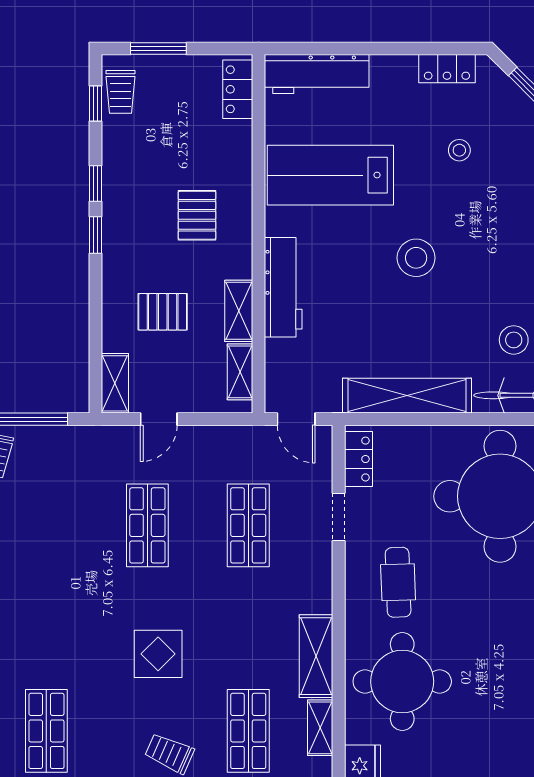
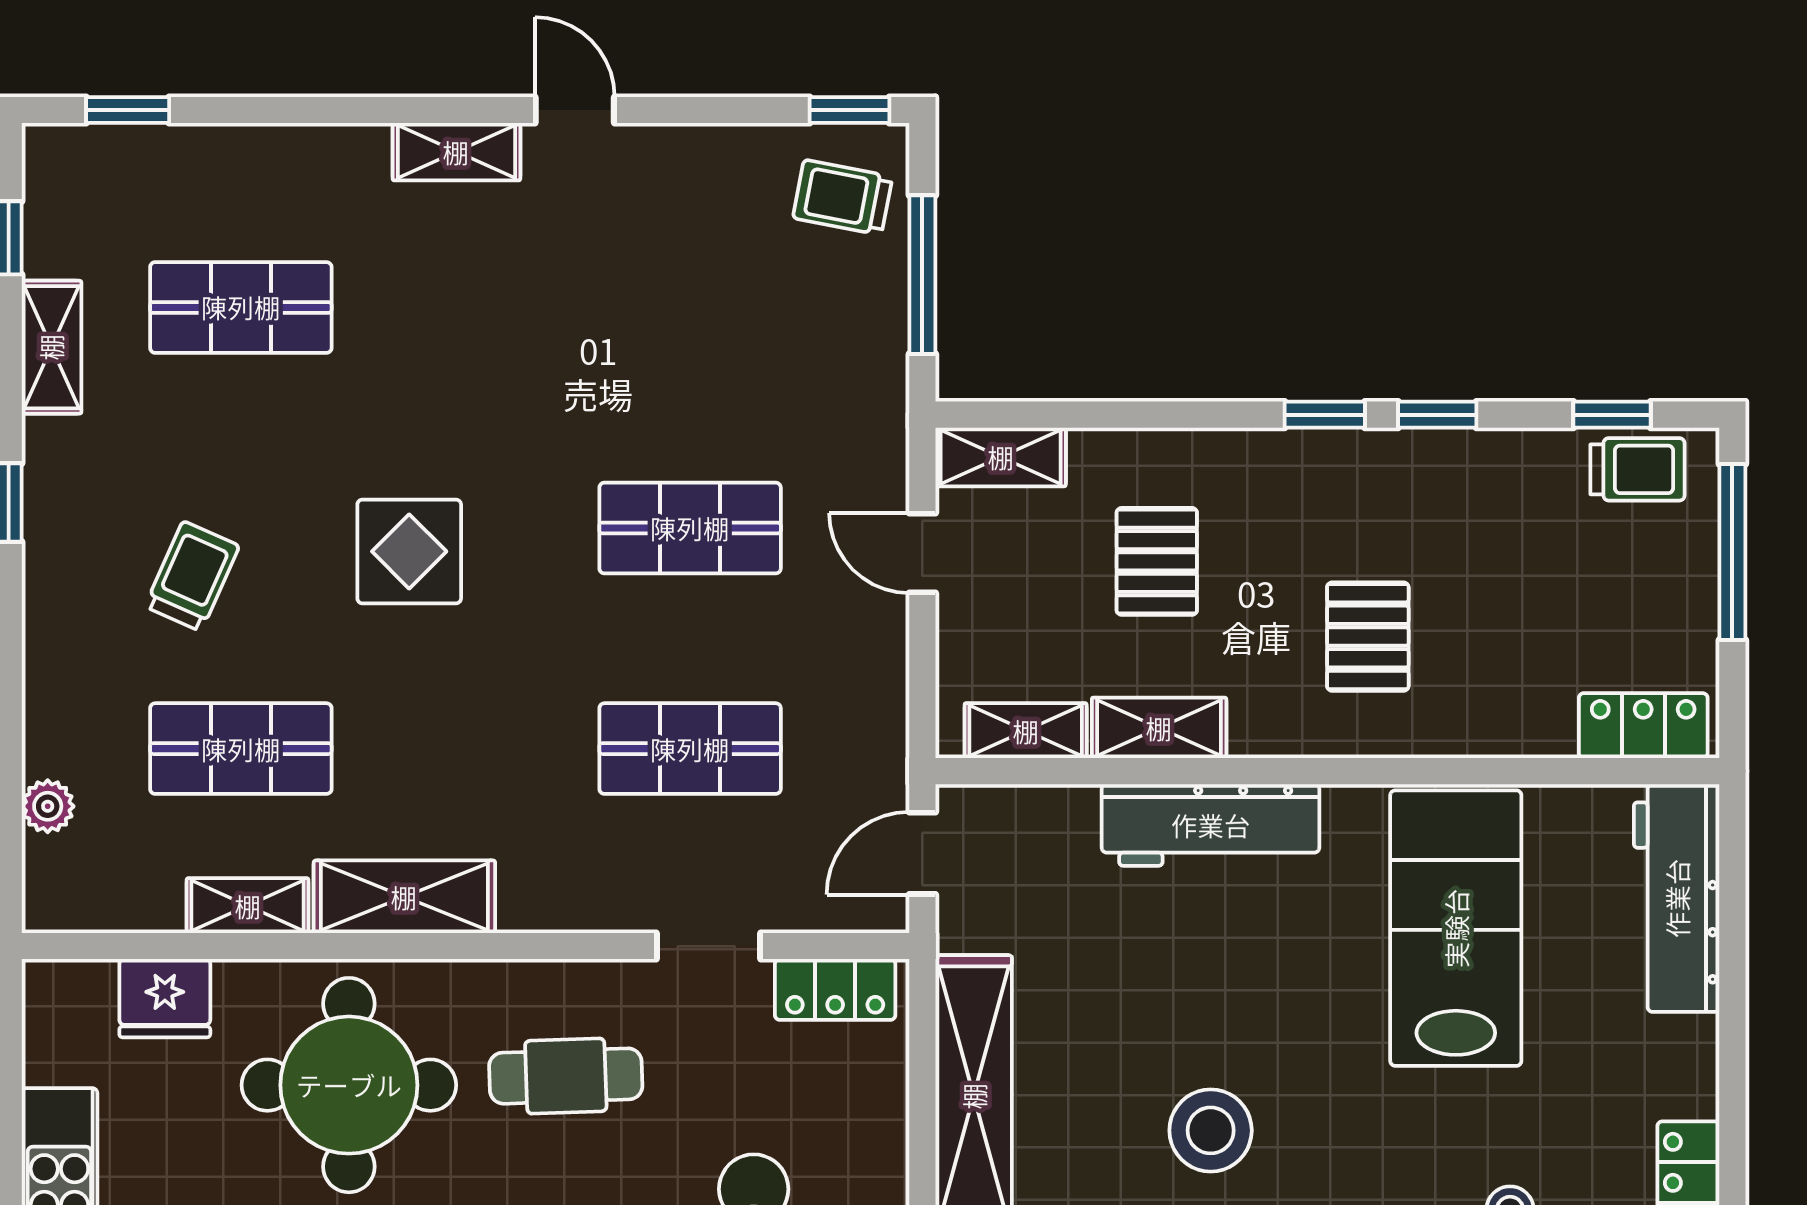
window: (158, 48) -> (1732, 552), width x1.44
trolley: (121, 92) -> (1637, 469), turned 180
pallet: (197, 215) -> (1368, 637), turned 90
stool: (416, 258) -> (1211, 1130), moved

